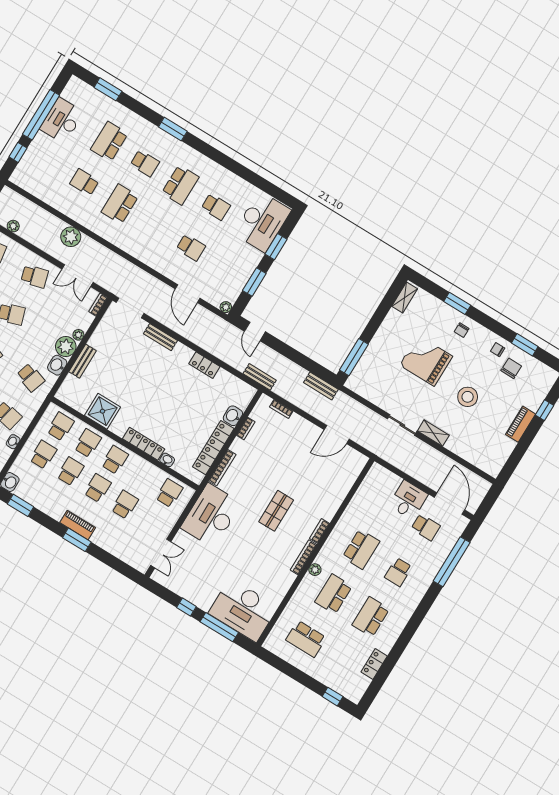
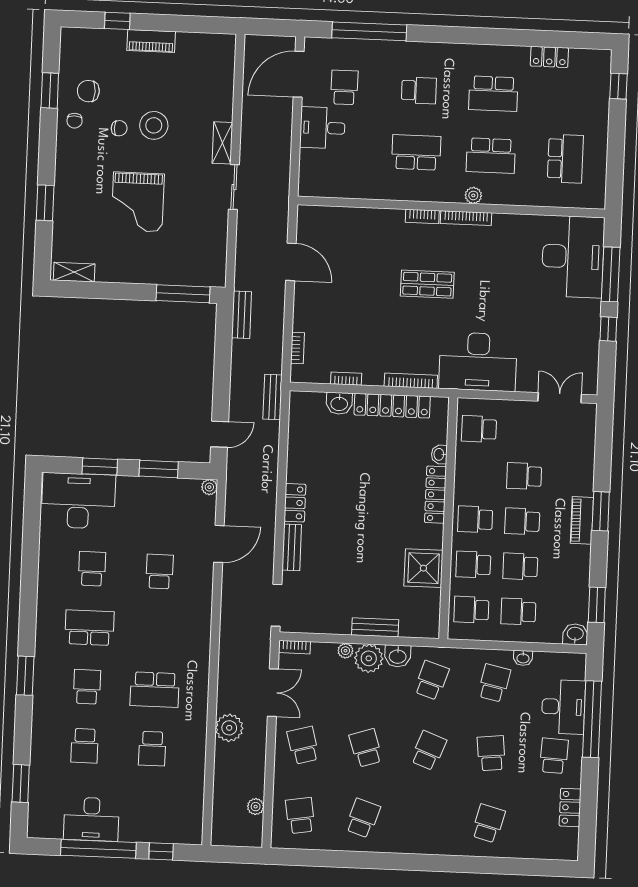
school desk: (109, 142) -> (85, 746), width x0.54
chair: (462, 330) -> (119, 128), moved
locker: (204, 365) -> (295, 503), moved

